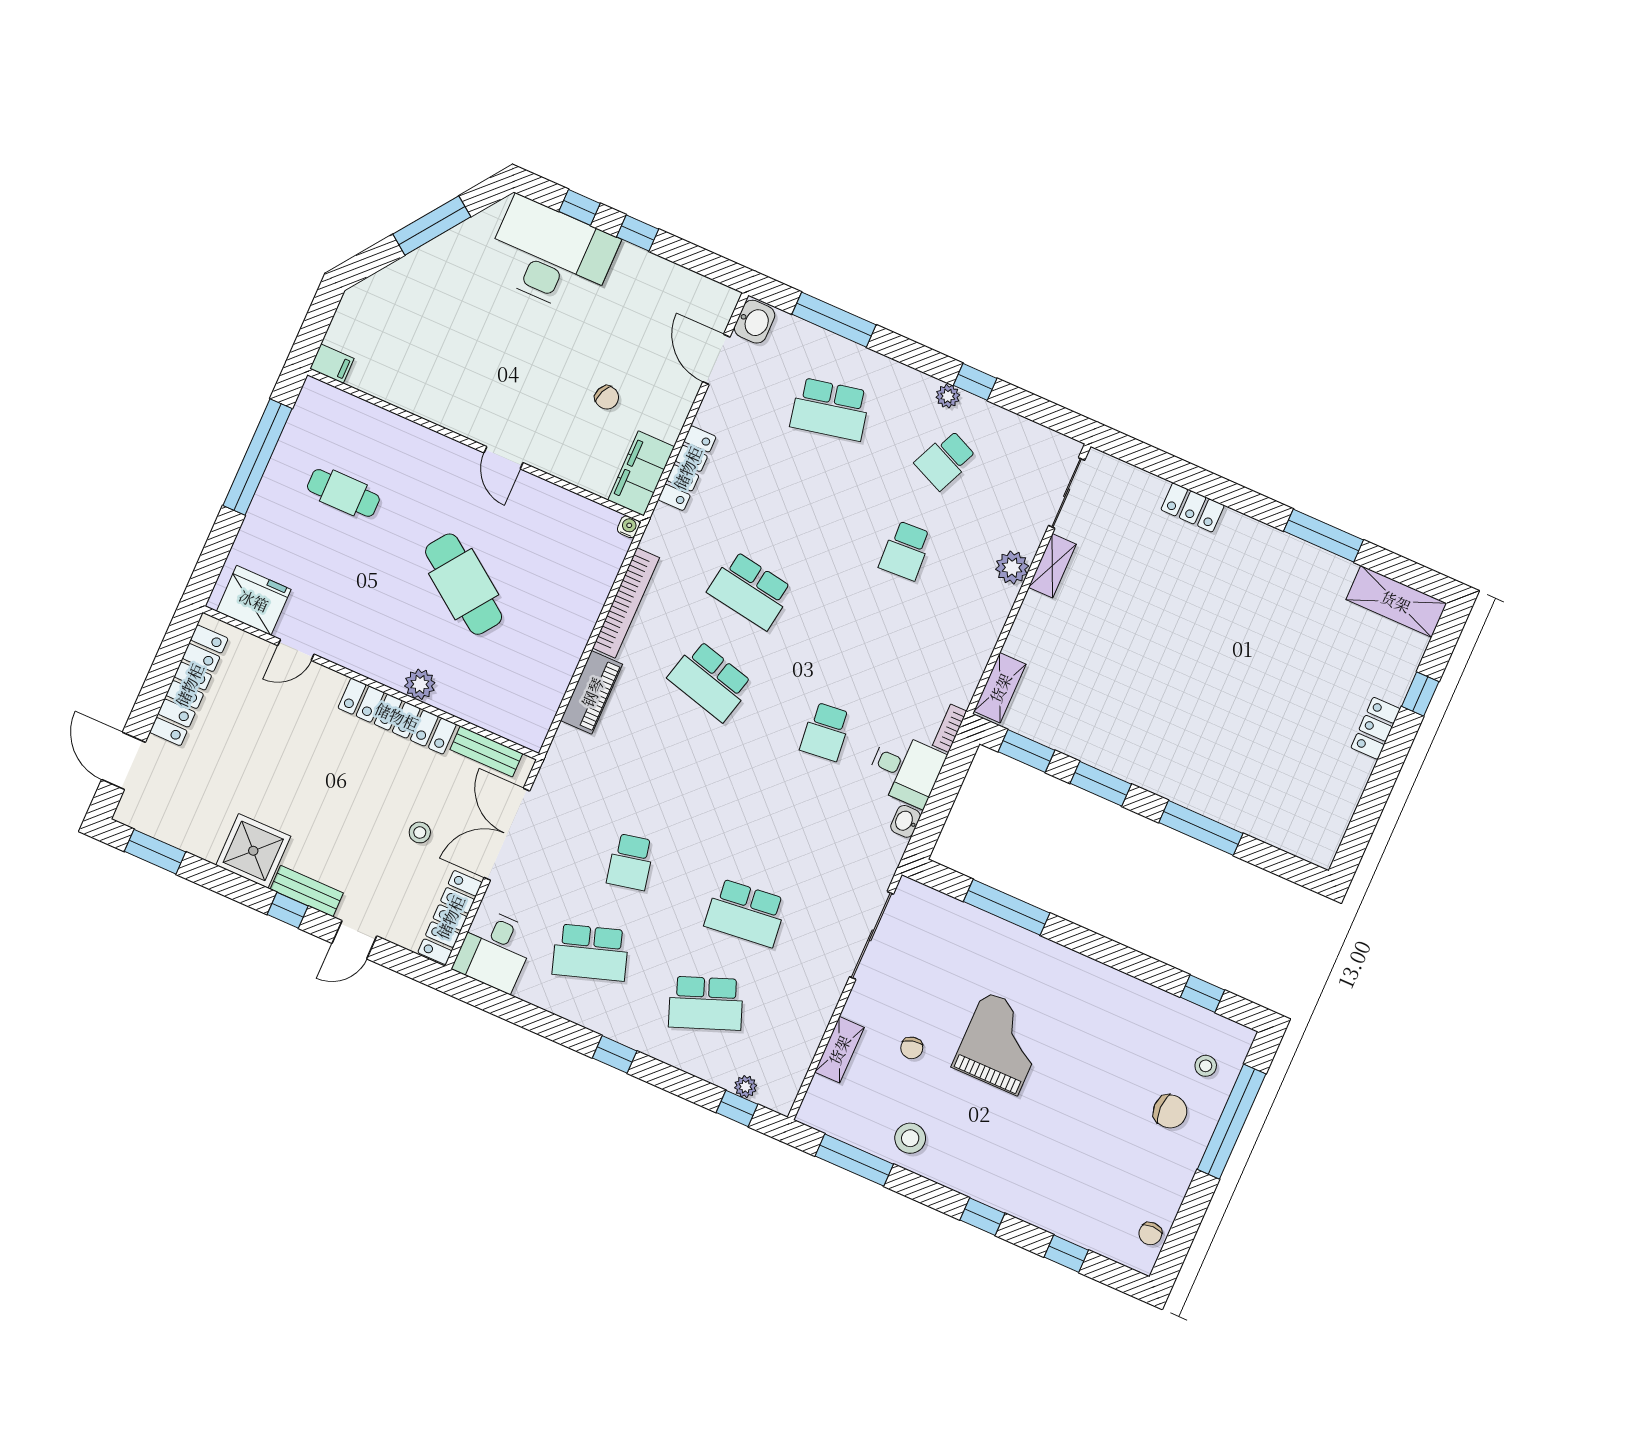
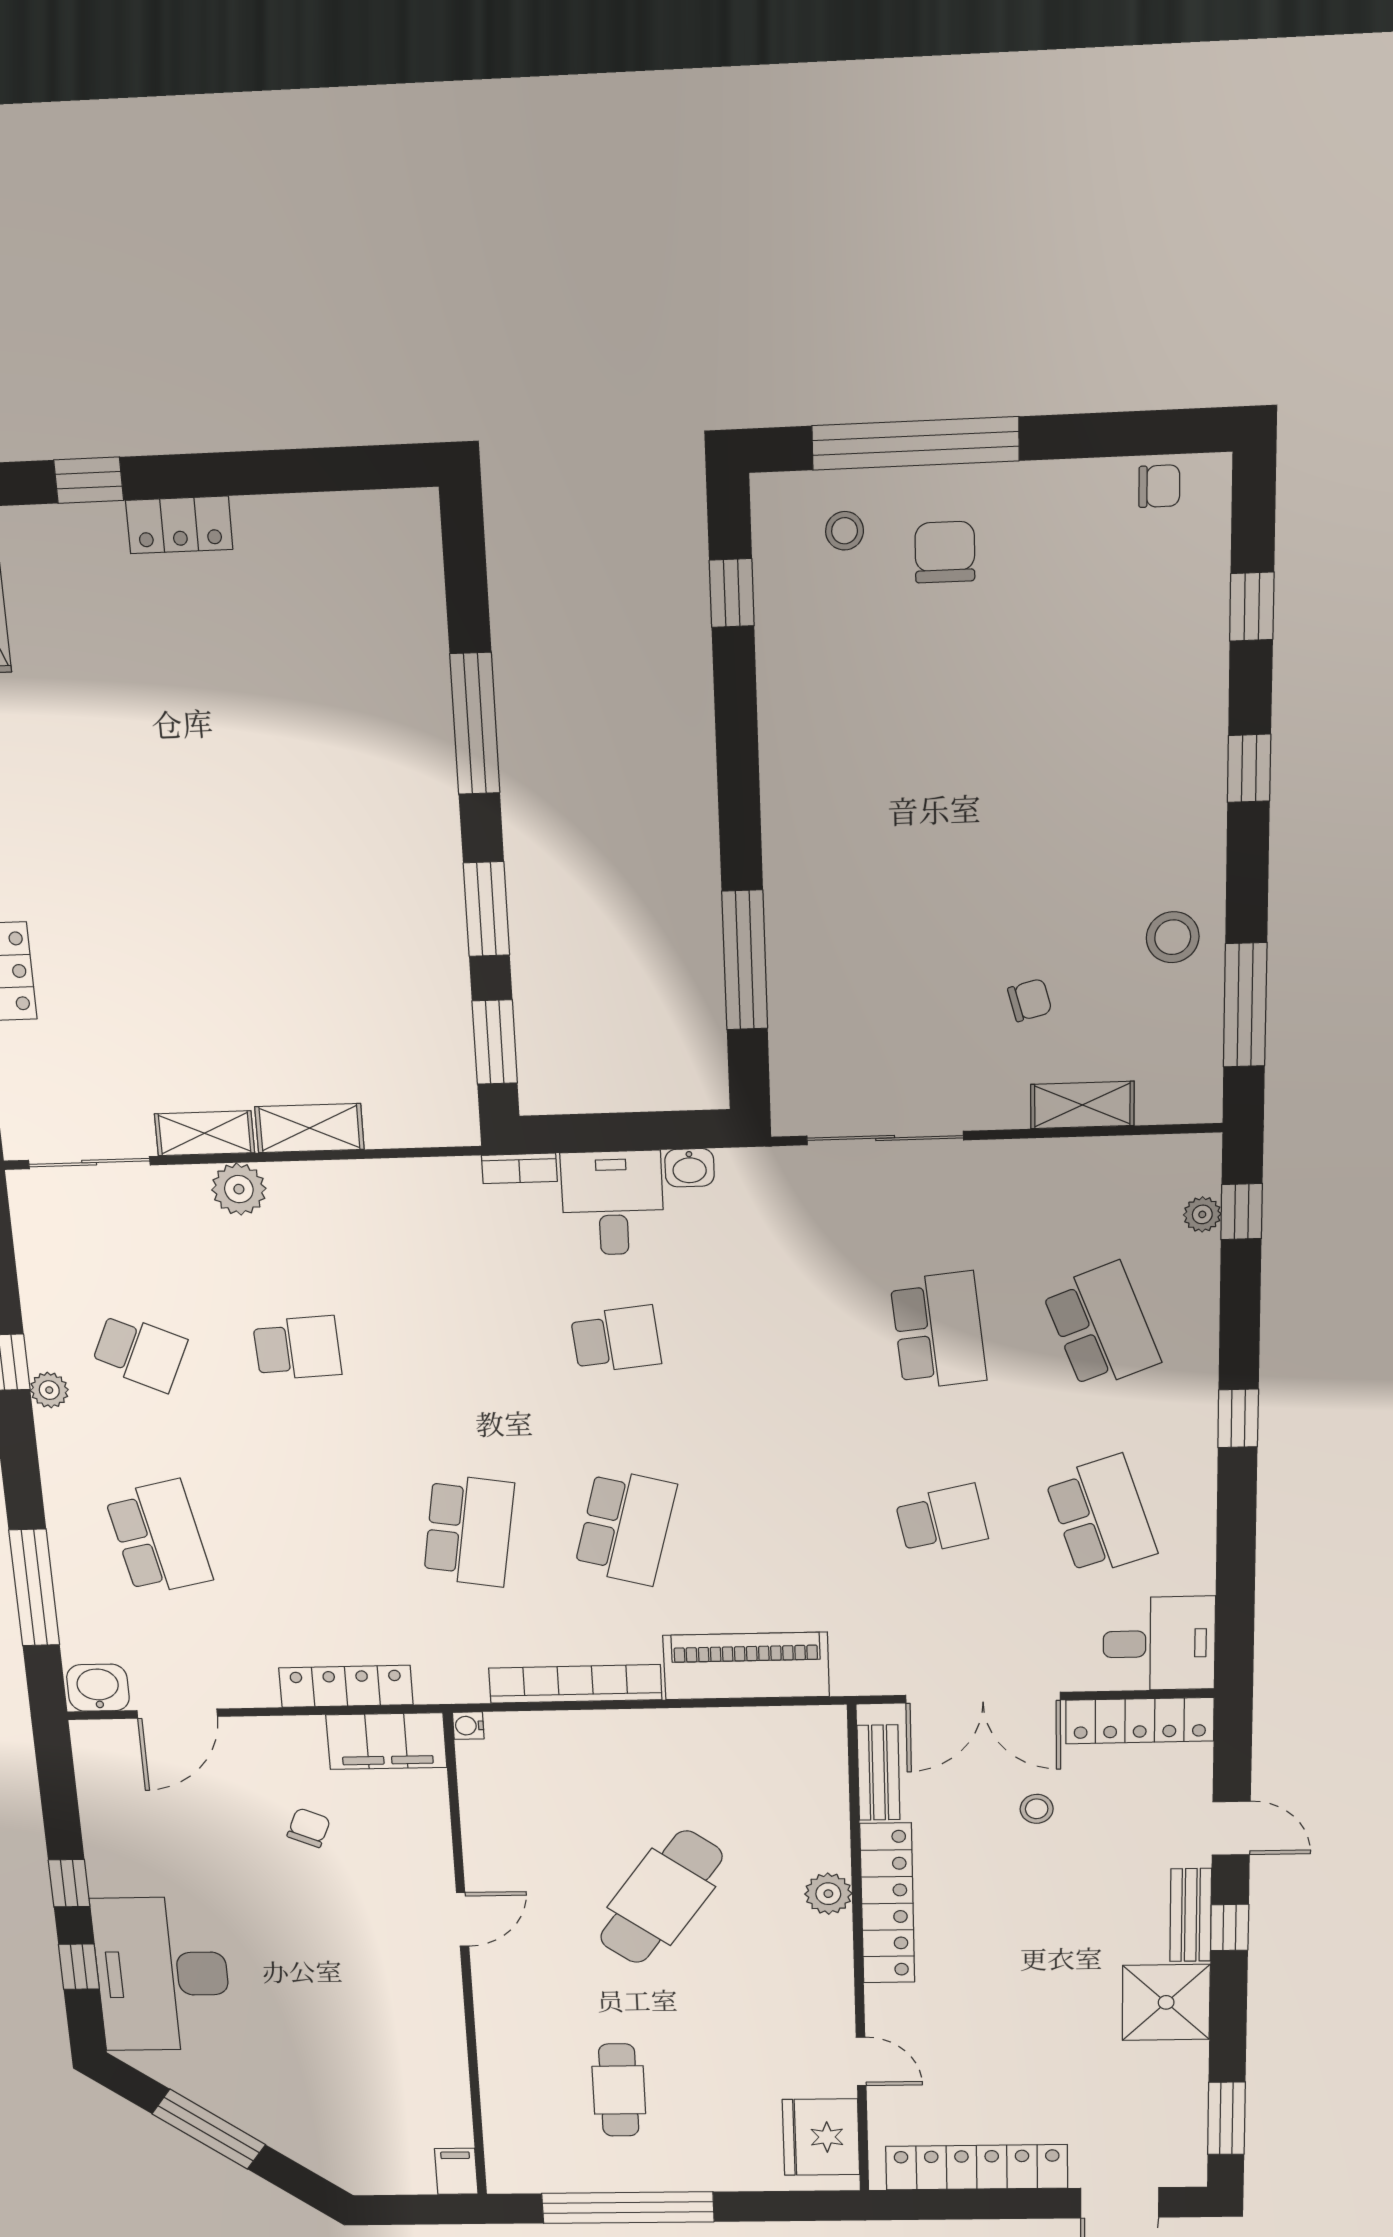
shelving: (1000, 688) -> (309, 1128), moved
piano: (592, 692) -> (746, 1666), width x1.37, depth x1.33
grand piano: (1001, 1043) -> (960, 869), removed

